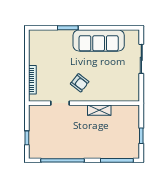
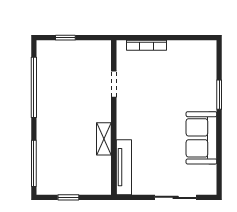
sofa: (99, 40) -> (201, 138), width x0.73
armchair: (80, 83) -> (142, 111), removed
tv unit: (120, 96) -> (124, 167), added

